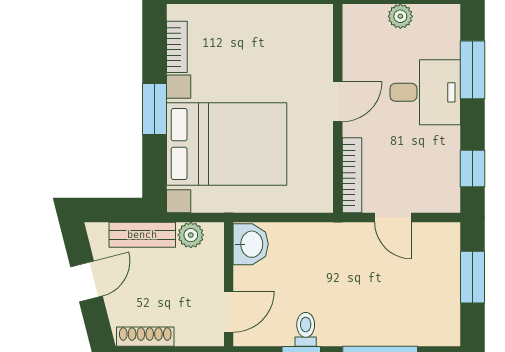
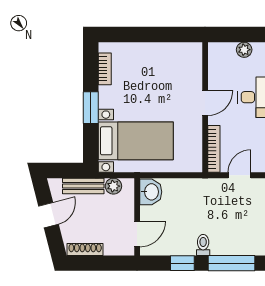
bed with nightstands: (227, 144) -> (136, 141), width x0.73
door: (393, 218) -> (239, 175), swing flipped
toilet: (306, 329) -> (203, 245), moved

